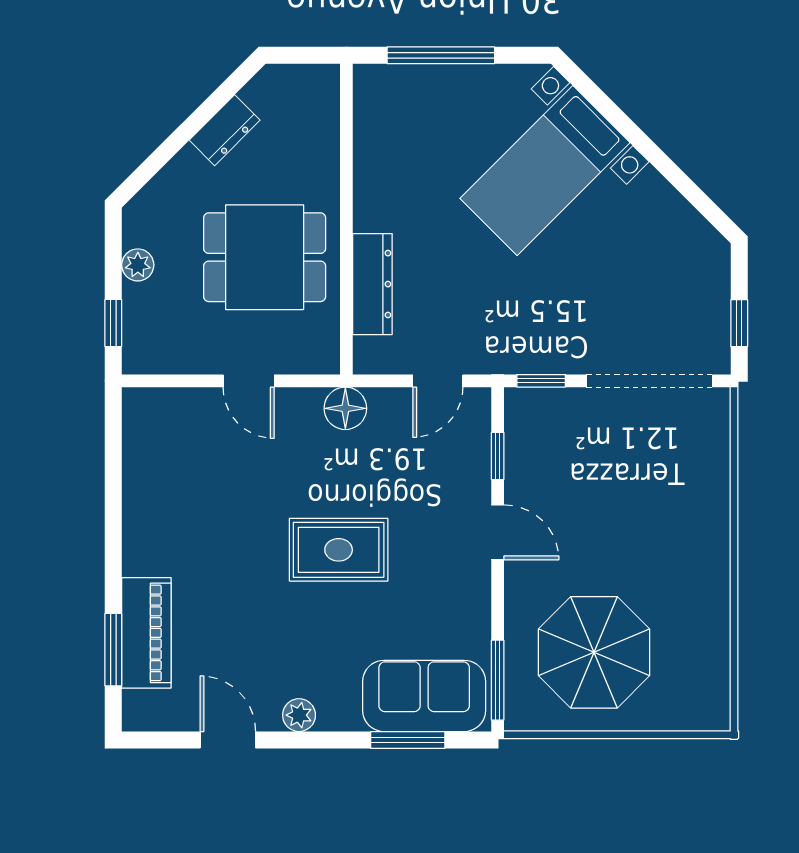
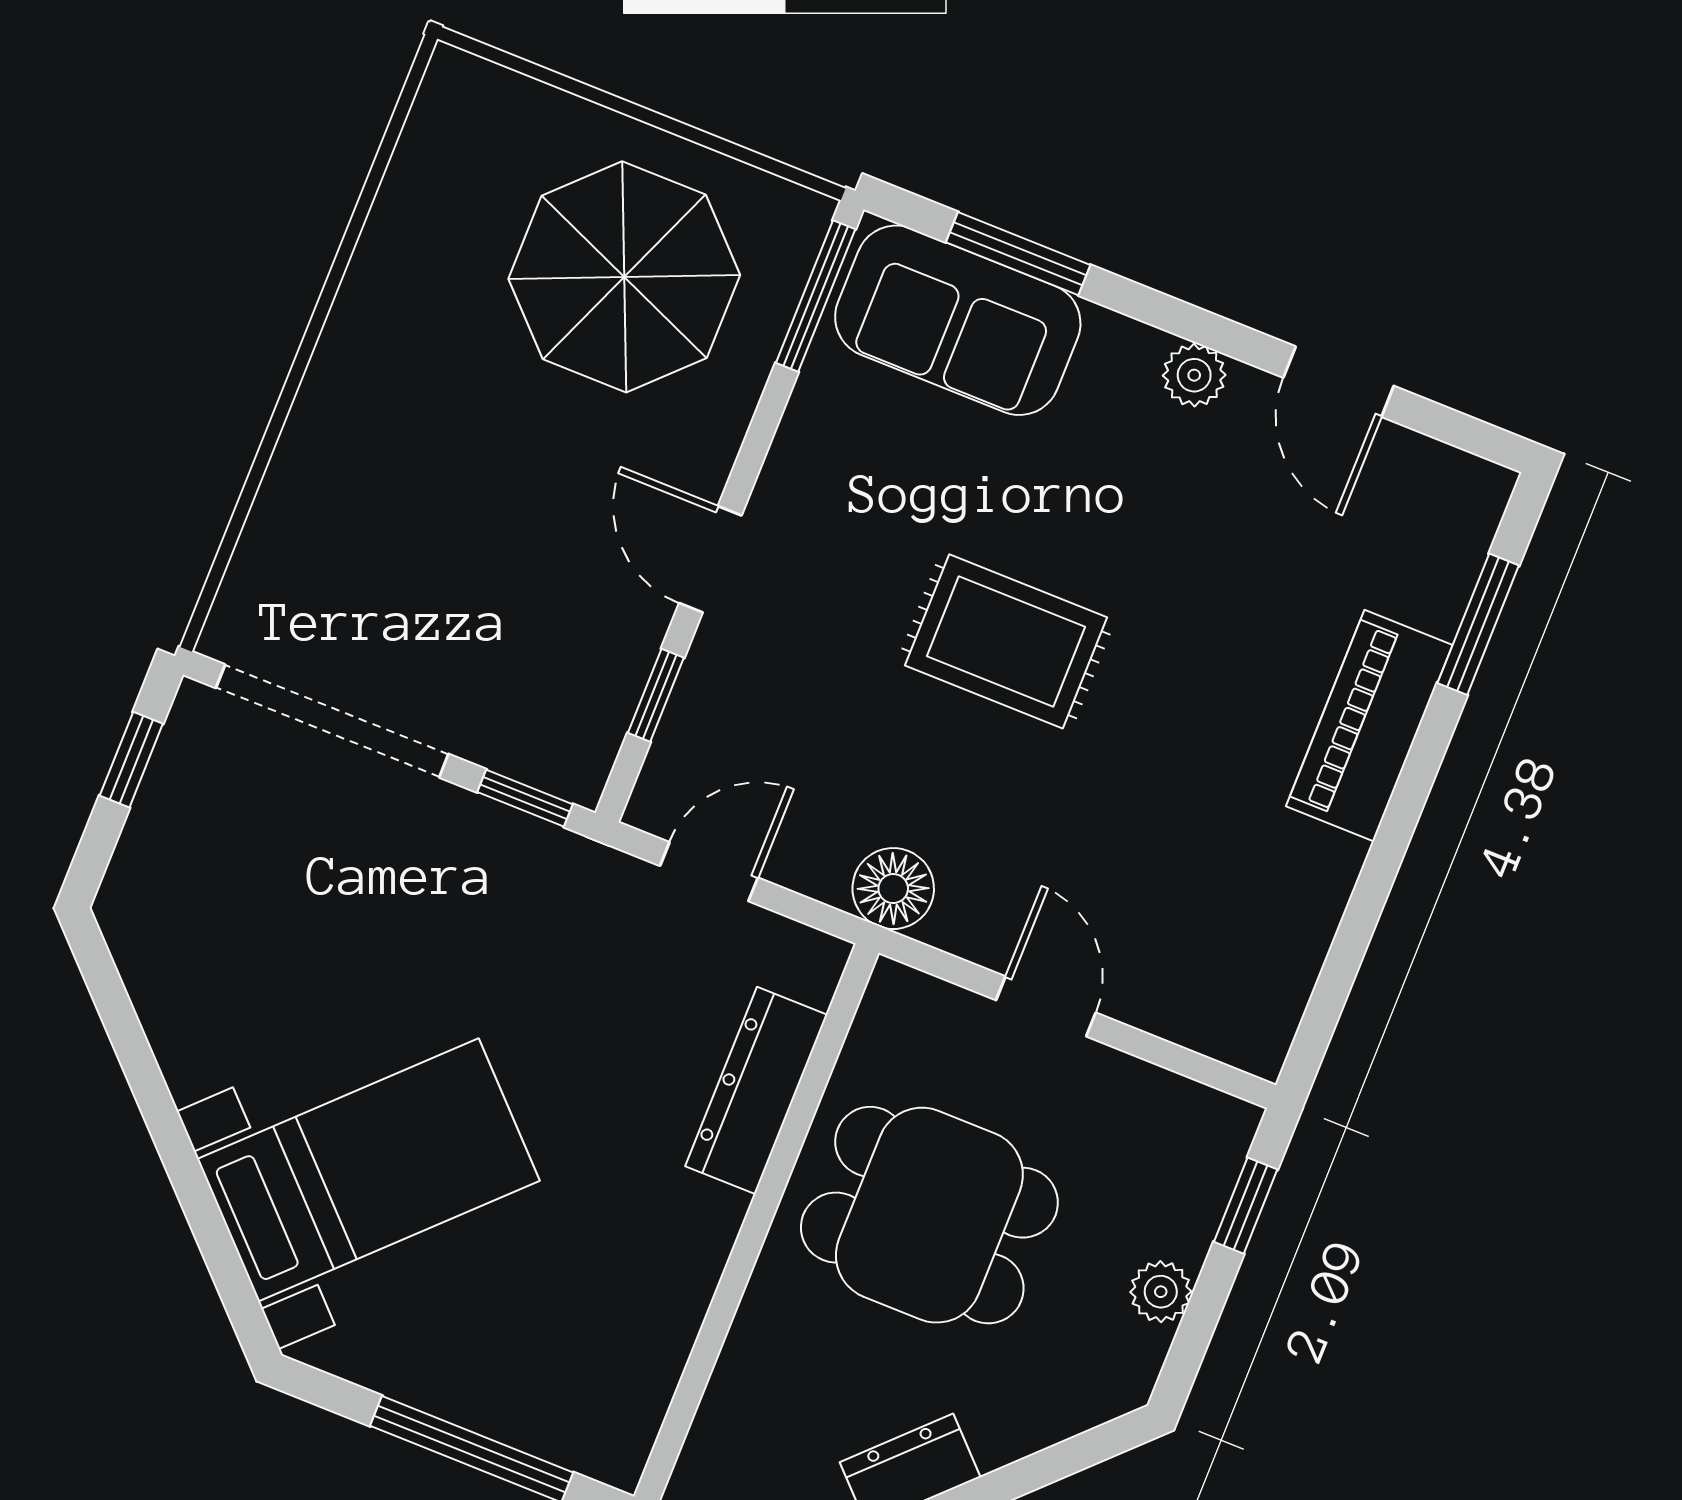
piano: (146, 633) -> (1369, 726), moved

